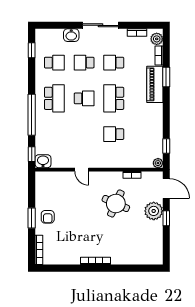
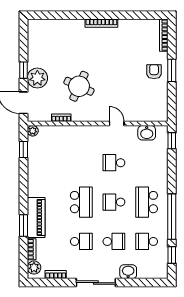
window: (32, 115) -> (172, 217), moved
school desk: (114, 134) -> (114, 163), moved, turned 180
washbasin: (43, 161) -> (147, 133), moved

